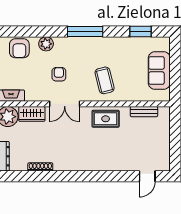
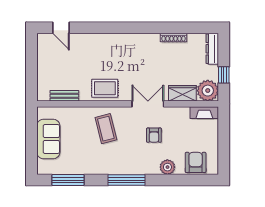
window: (141, 32) -> (68, 180), width x1.44
door: (147, 176) -> (61, 28), swing flipped

